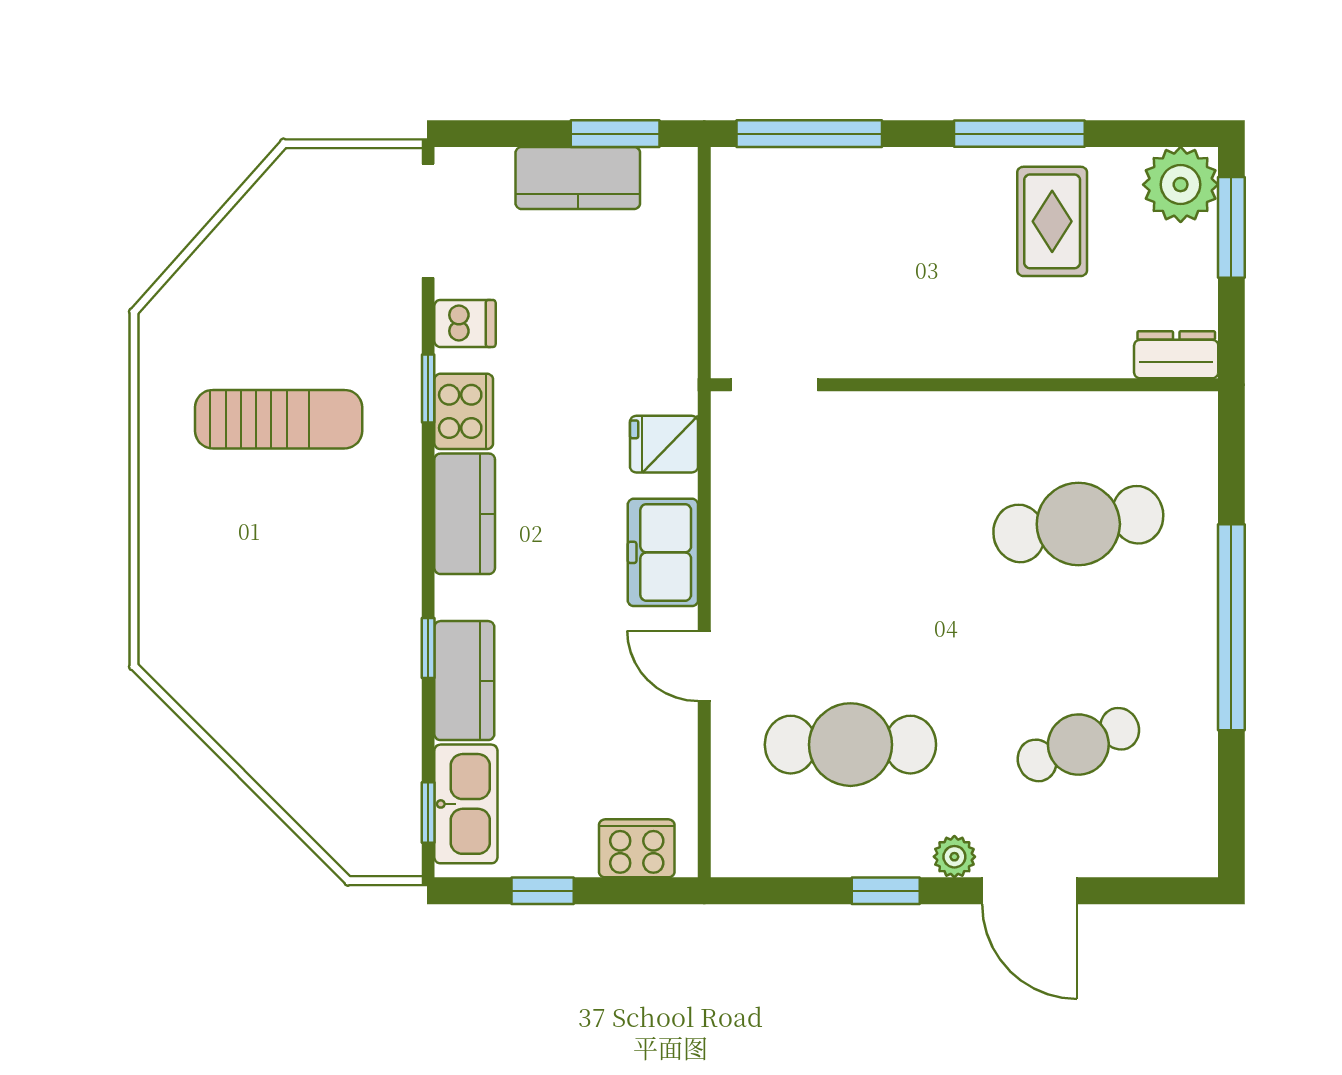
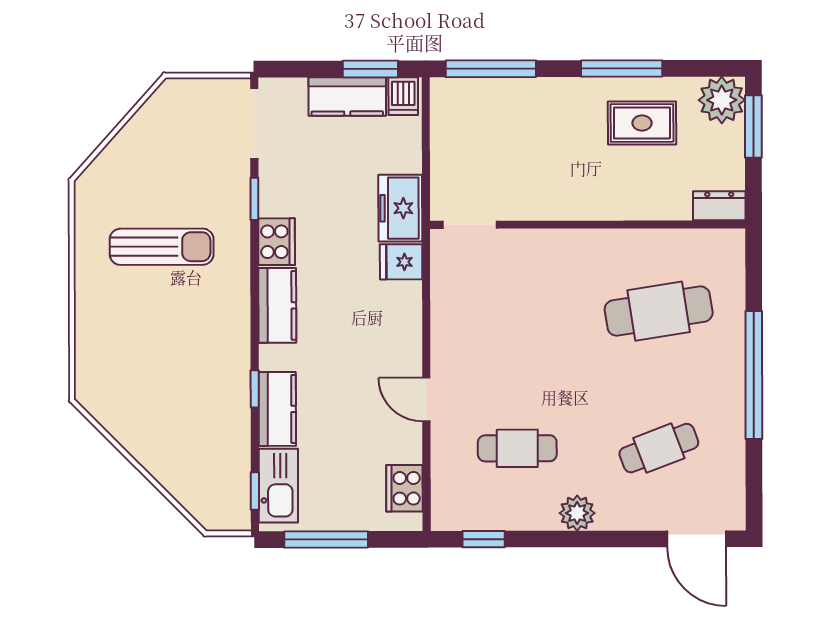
rug: (1052, 221) -> (642, 123), turned 90
dishwasher: (465, 323) -> (403, 96), moved, turned 90
window: (428, 388) -> (254, 199), moved
freezer: (663, 552) -> (400, 208), moved
cafe table: (850, 745) -> (517, 448), width x0.73, depth x0.74
cooker: (637, 848) -> (404, 488), moved, turned -90
plant: (954, 857) -> (577, 513), width x1.38, depth x1.38
window: (543, 891) -> (326, 539), width x2.17
window: (886, 891) -> (484, 539), moved
door: (1029, 891) -> (696, 539), moved

